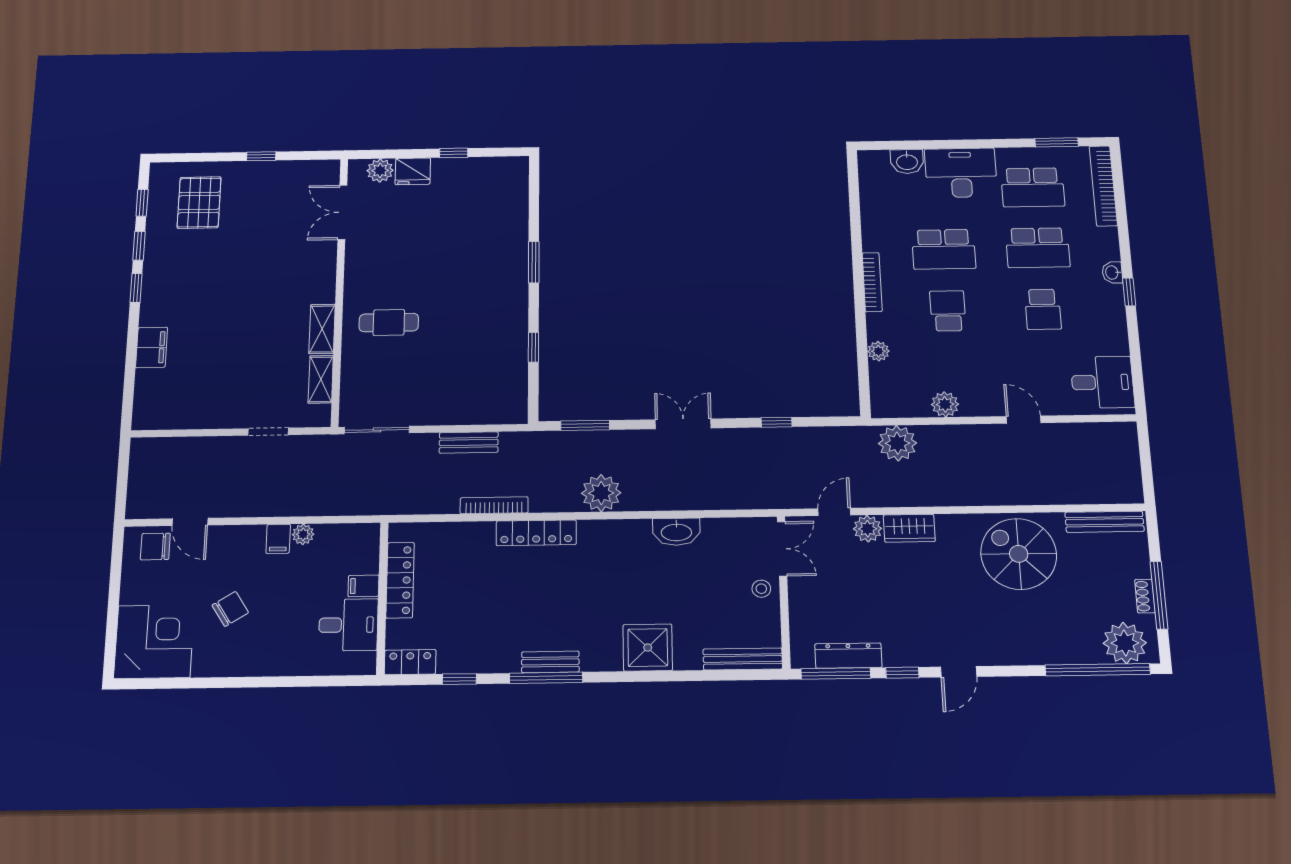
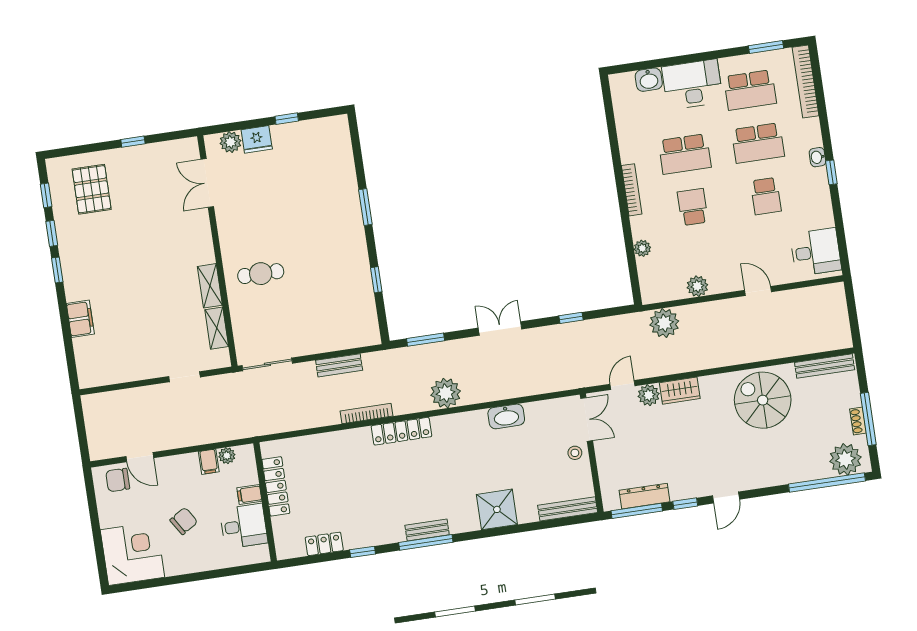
locker: (400, 580) -> (276, 486), moved
filing cabinet: (363, 586) -> (249, 495), moved
wall: (382, 598) -> (265, 502), moved
desk: (348, 625) -> (244, 526), moved

